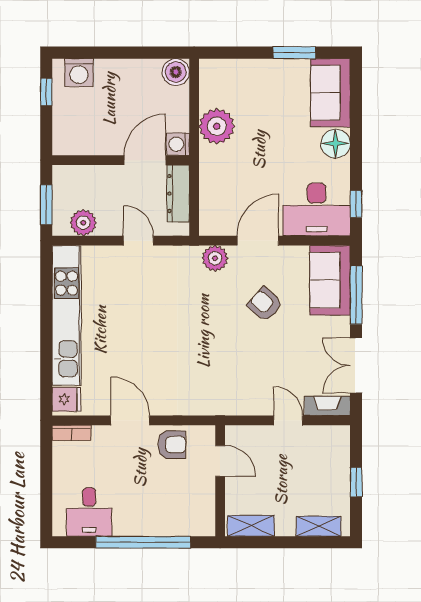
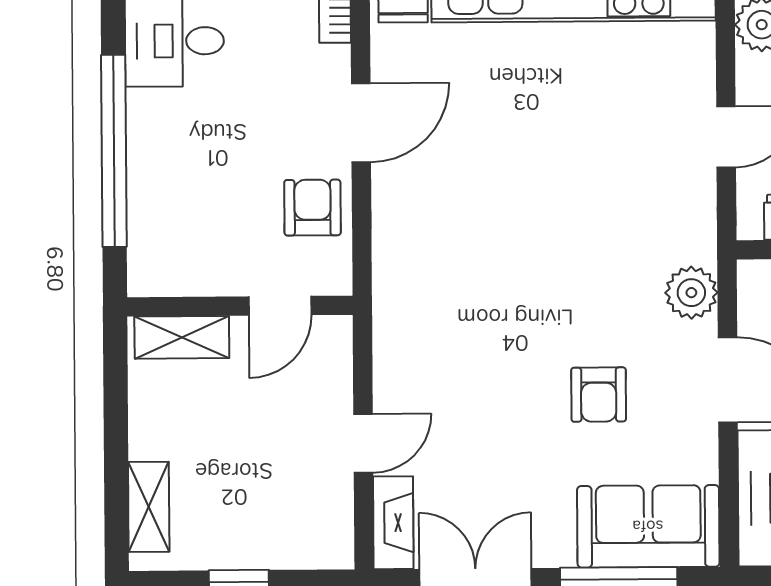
armchair: (265, 304) -> (599, 395), turned 139
armchair: (172, 445) -> (312, 208), turned 180
shelving: (251, 526) -> (182, 337), moved, turned 90

